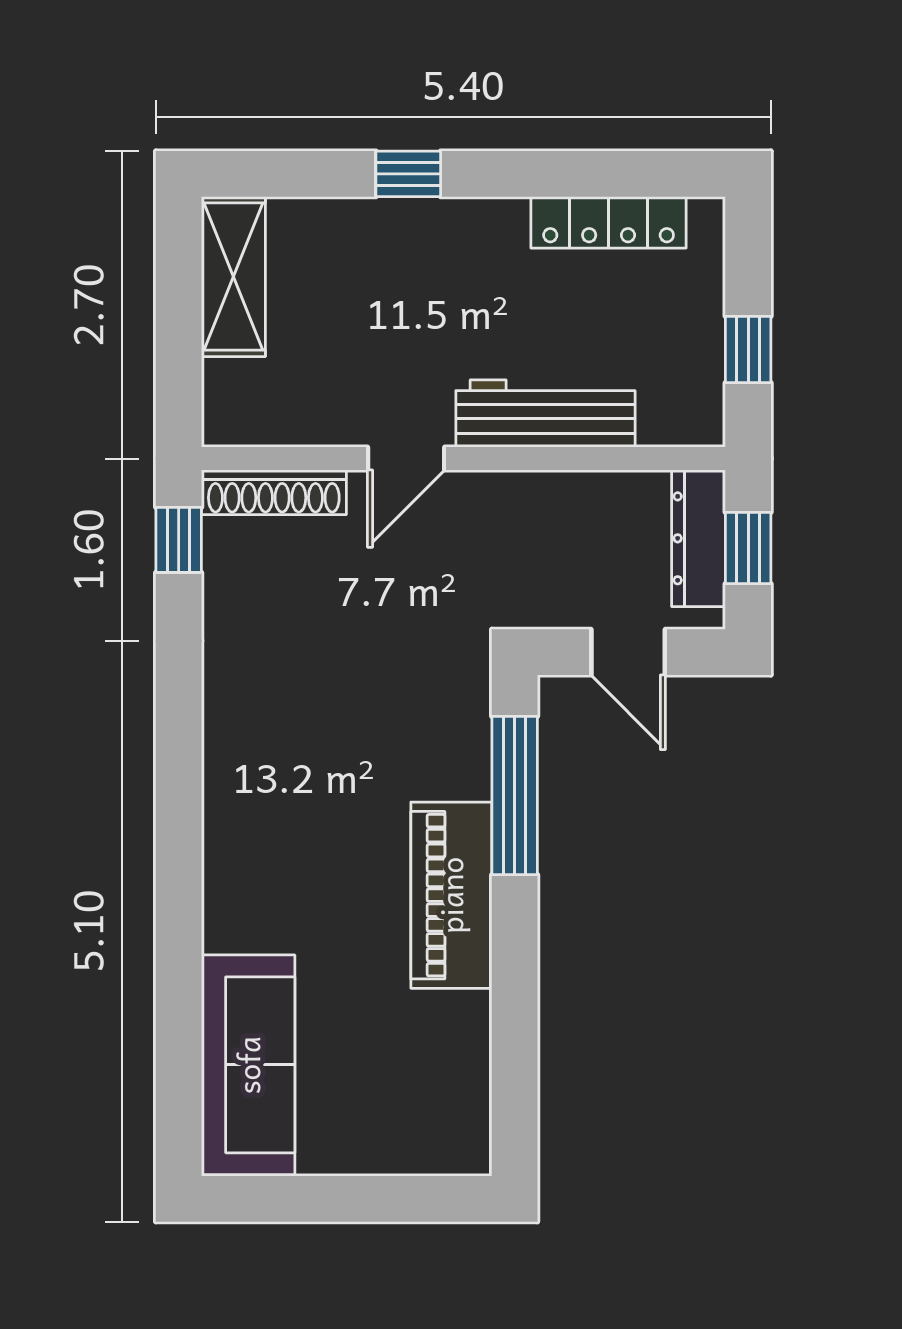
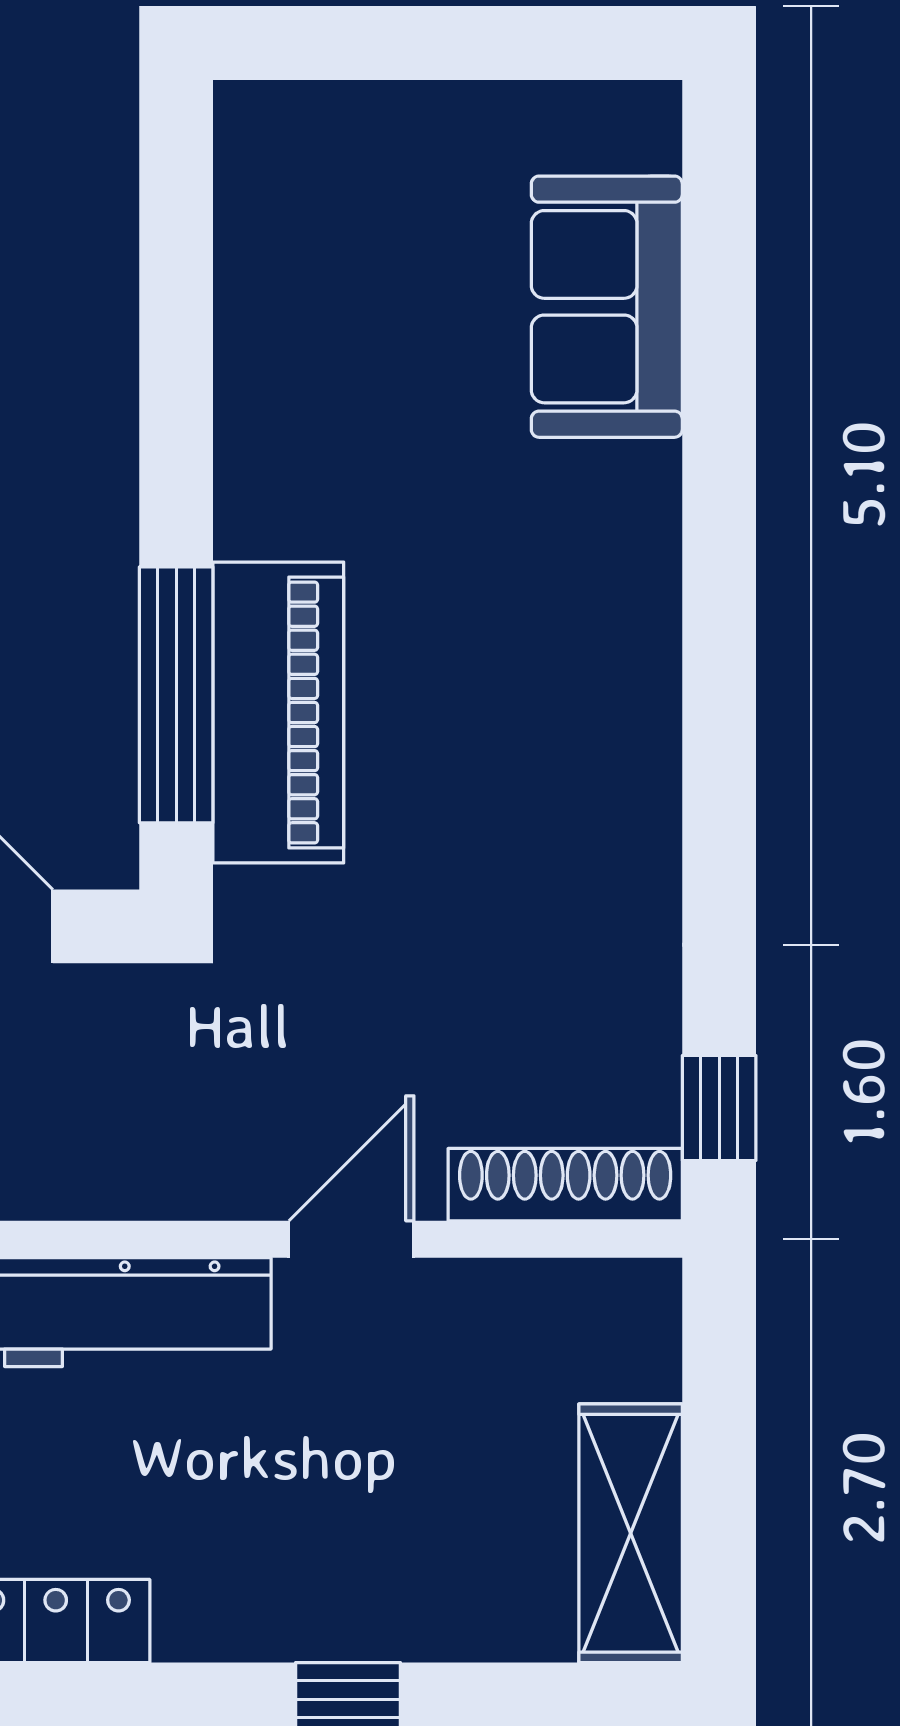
piano: (451, 895) -> (278, 712), moved
sofa: (248, 1065) -> (607, 307), width x0.73

